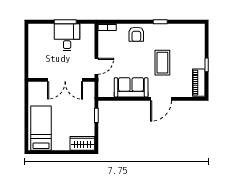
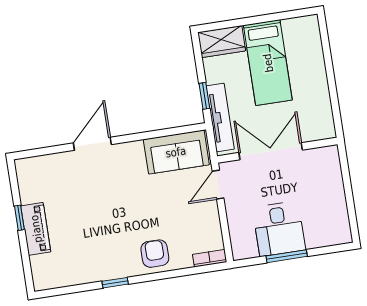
coffee table: (162, 63) -> (100, 210), removed
piano: (199, 83) -> (36, 229), moved
sofa: (131, 87) -> (176, 152), moved
tv unit: (90, 102) -> (220, 118), added
bed: (41, 128) -> (268, 63), moved

